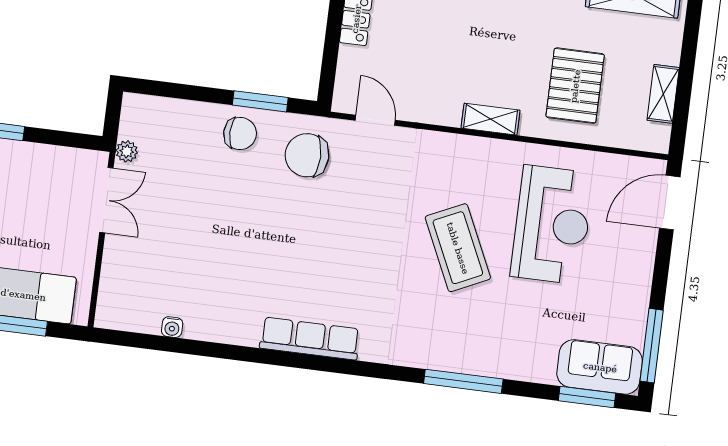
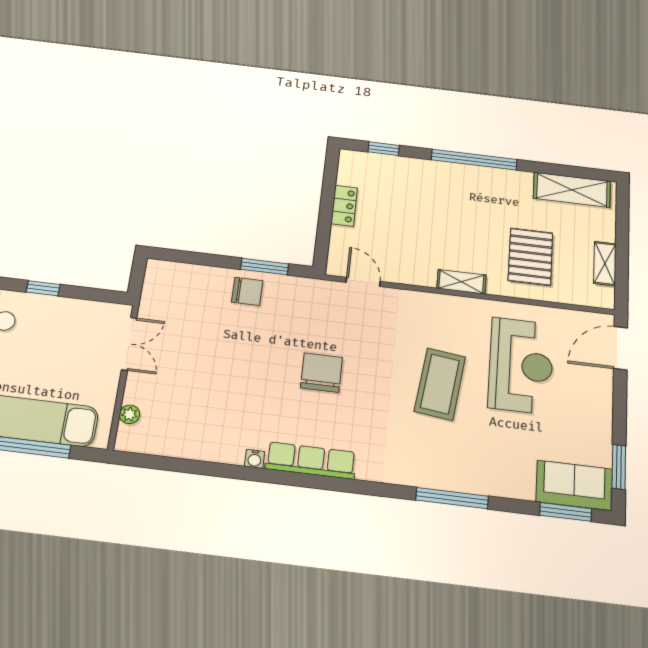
plant: (127, 151) -> (129, 414), moved
chair: (307, 155) -> (321, 373), moved, turned 90
coffee table: (458, 248) -> (440, 384), turned 32
water cooler: (172, 327) -> (255, 459), moved
window: (652, 346) -> (619, 467), width x0.69

